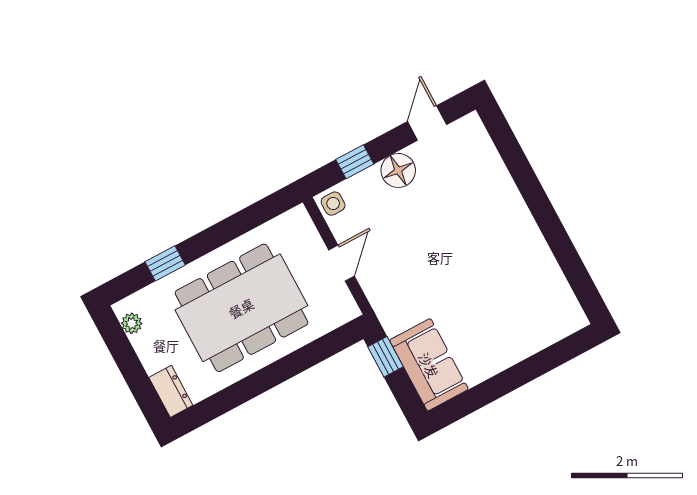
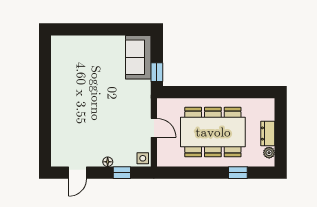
floor lamp: (398, 170) -> (108, 162), width x0.53, depth x0.53
door: (342, 263) -> (154, 128), swing flipped
dresser: (171, 391) -> (268, 134), moved

